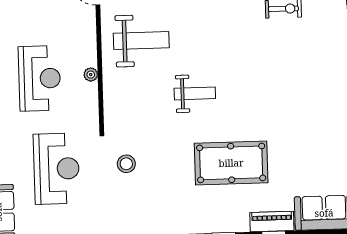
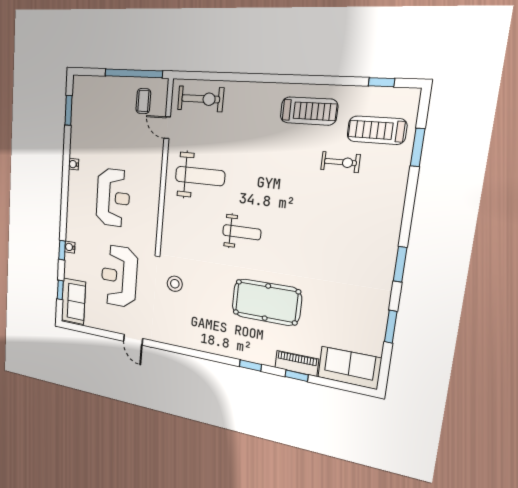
plant: (91, 75) -> (154, 201), removed
reception desk: (57, 169) -> (119, 276), turned 180

